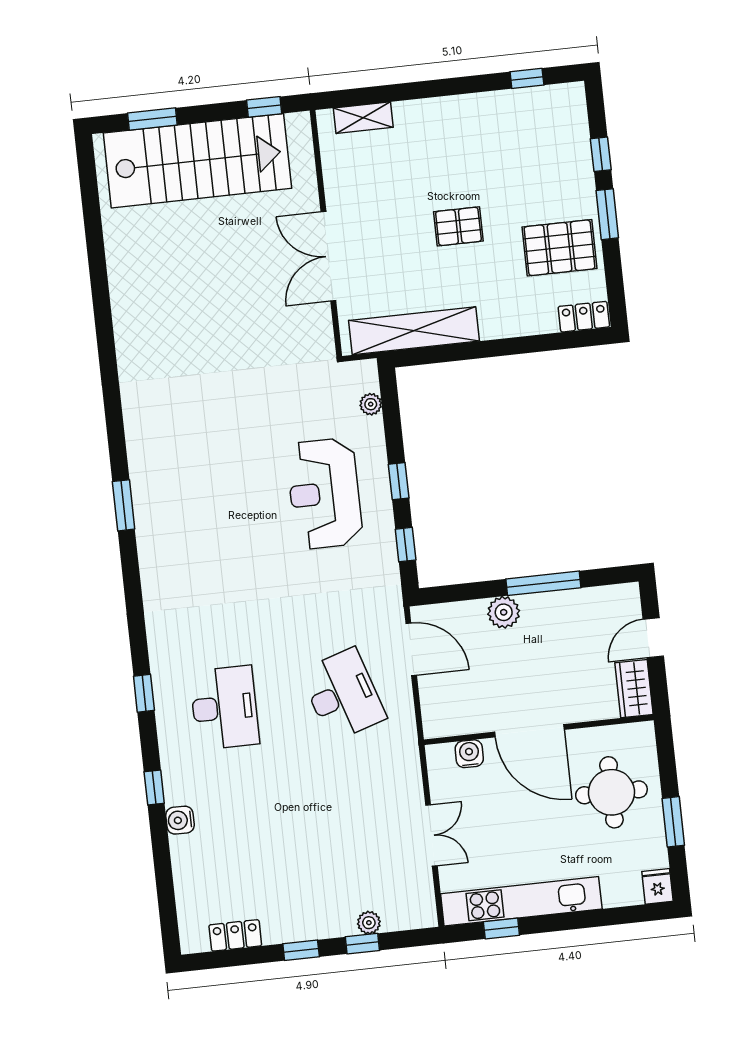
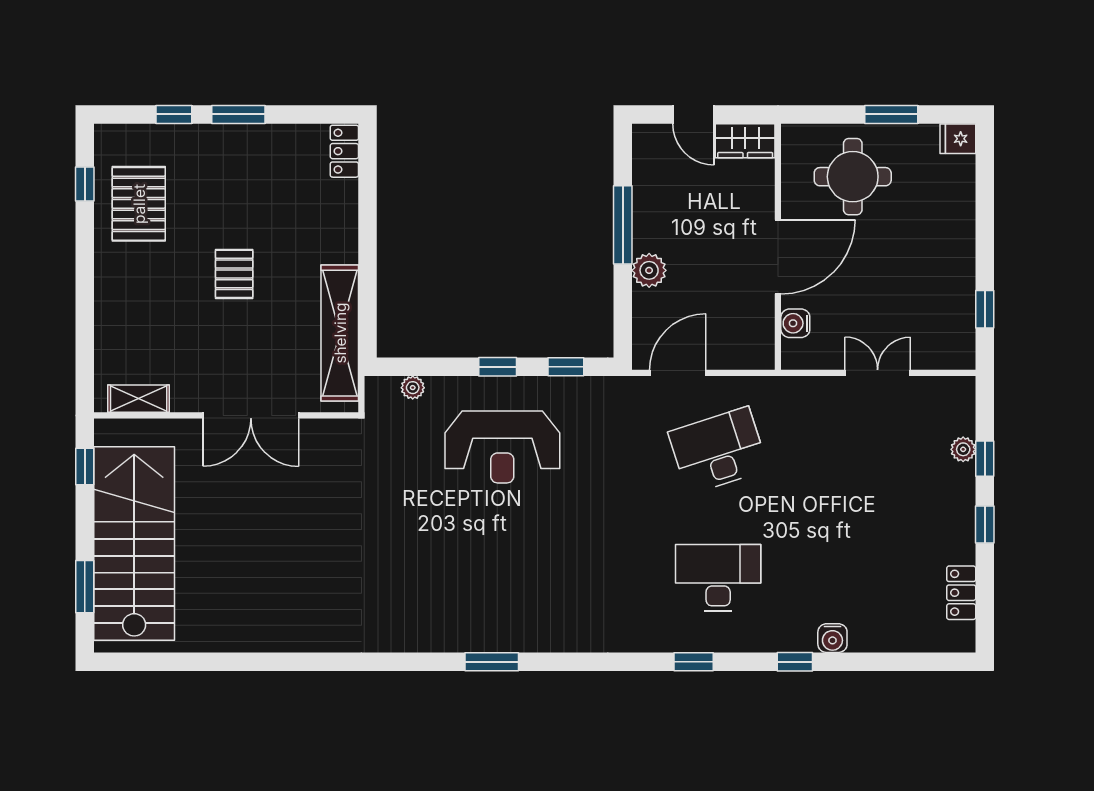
shelving: (363, 118) -> (139, 399), moved, turned 90
pallet: (559, 248) -> (139, 204), moved
kitchen unit: (521, 901) -> (958, 285), removed

